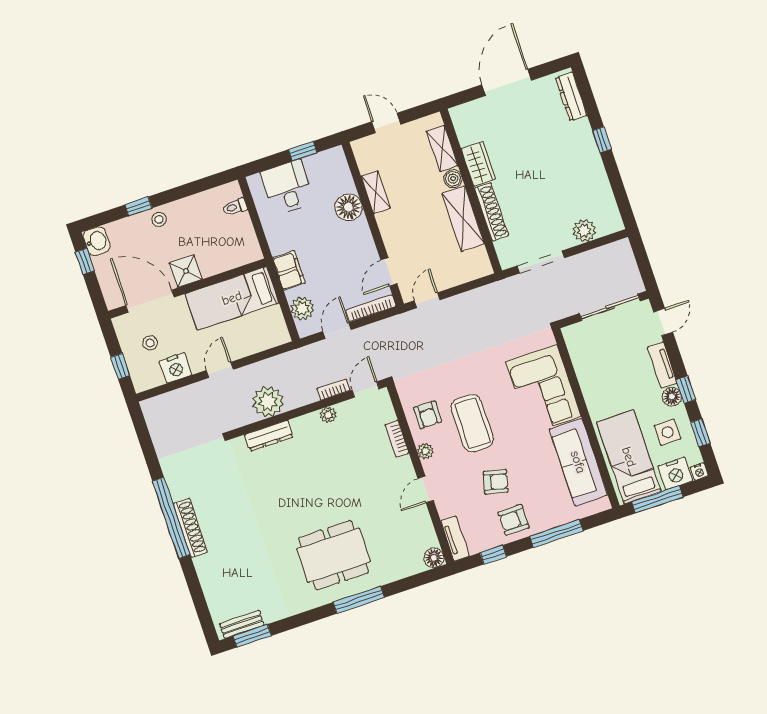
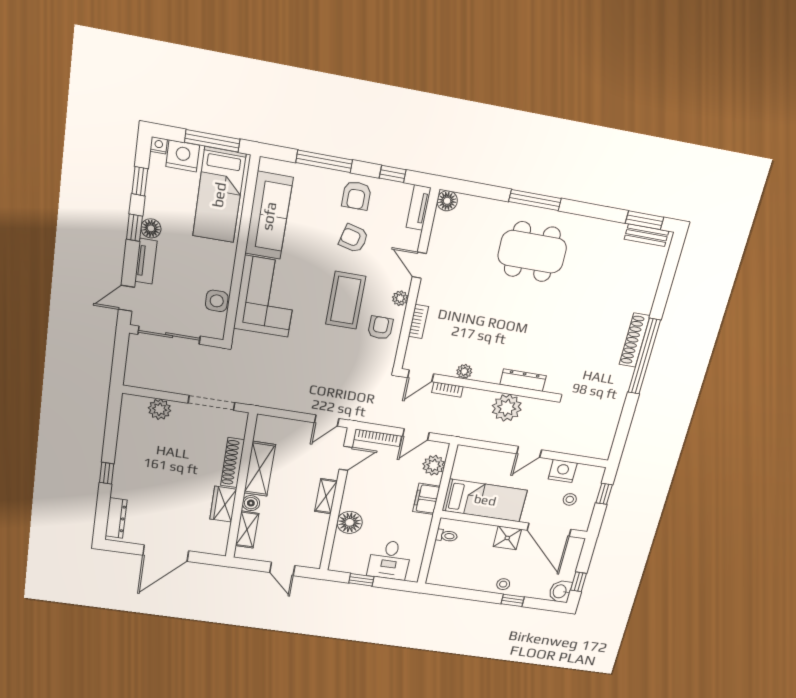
shelving: (376, 192) -> (326, 496), moved
toilet: (235, 207) -> (447, 536), moved
side table: (668, 432) -> (217, 301), moved
door: (426, 489) -> (419, 265), swing flipped
armchair: (514, 520) -> (356, 196), turned 90

